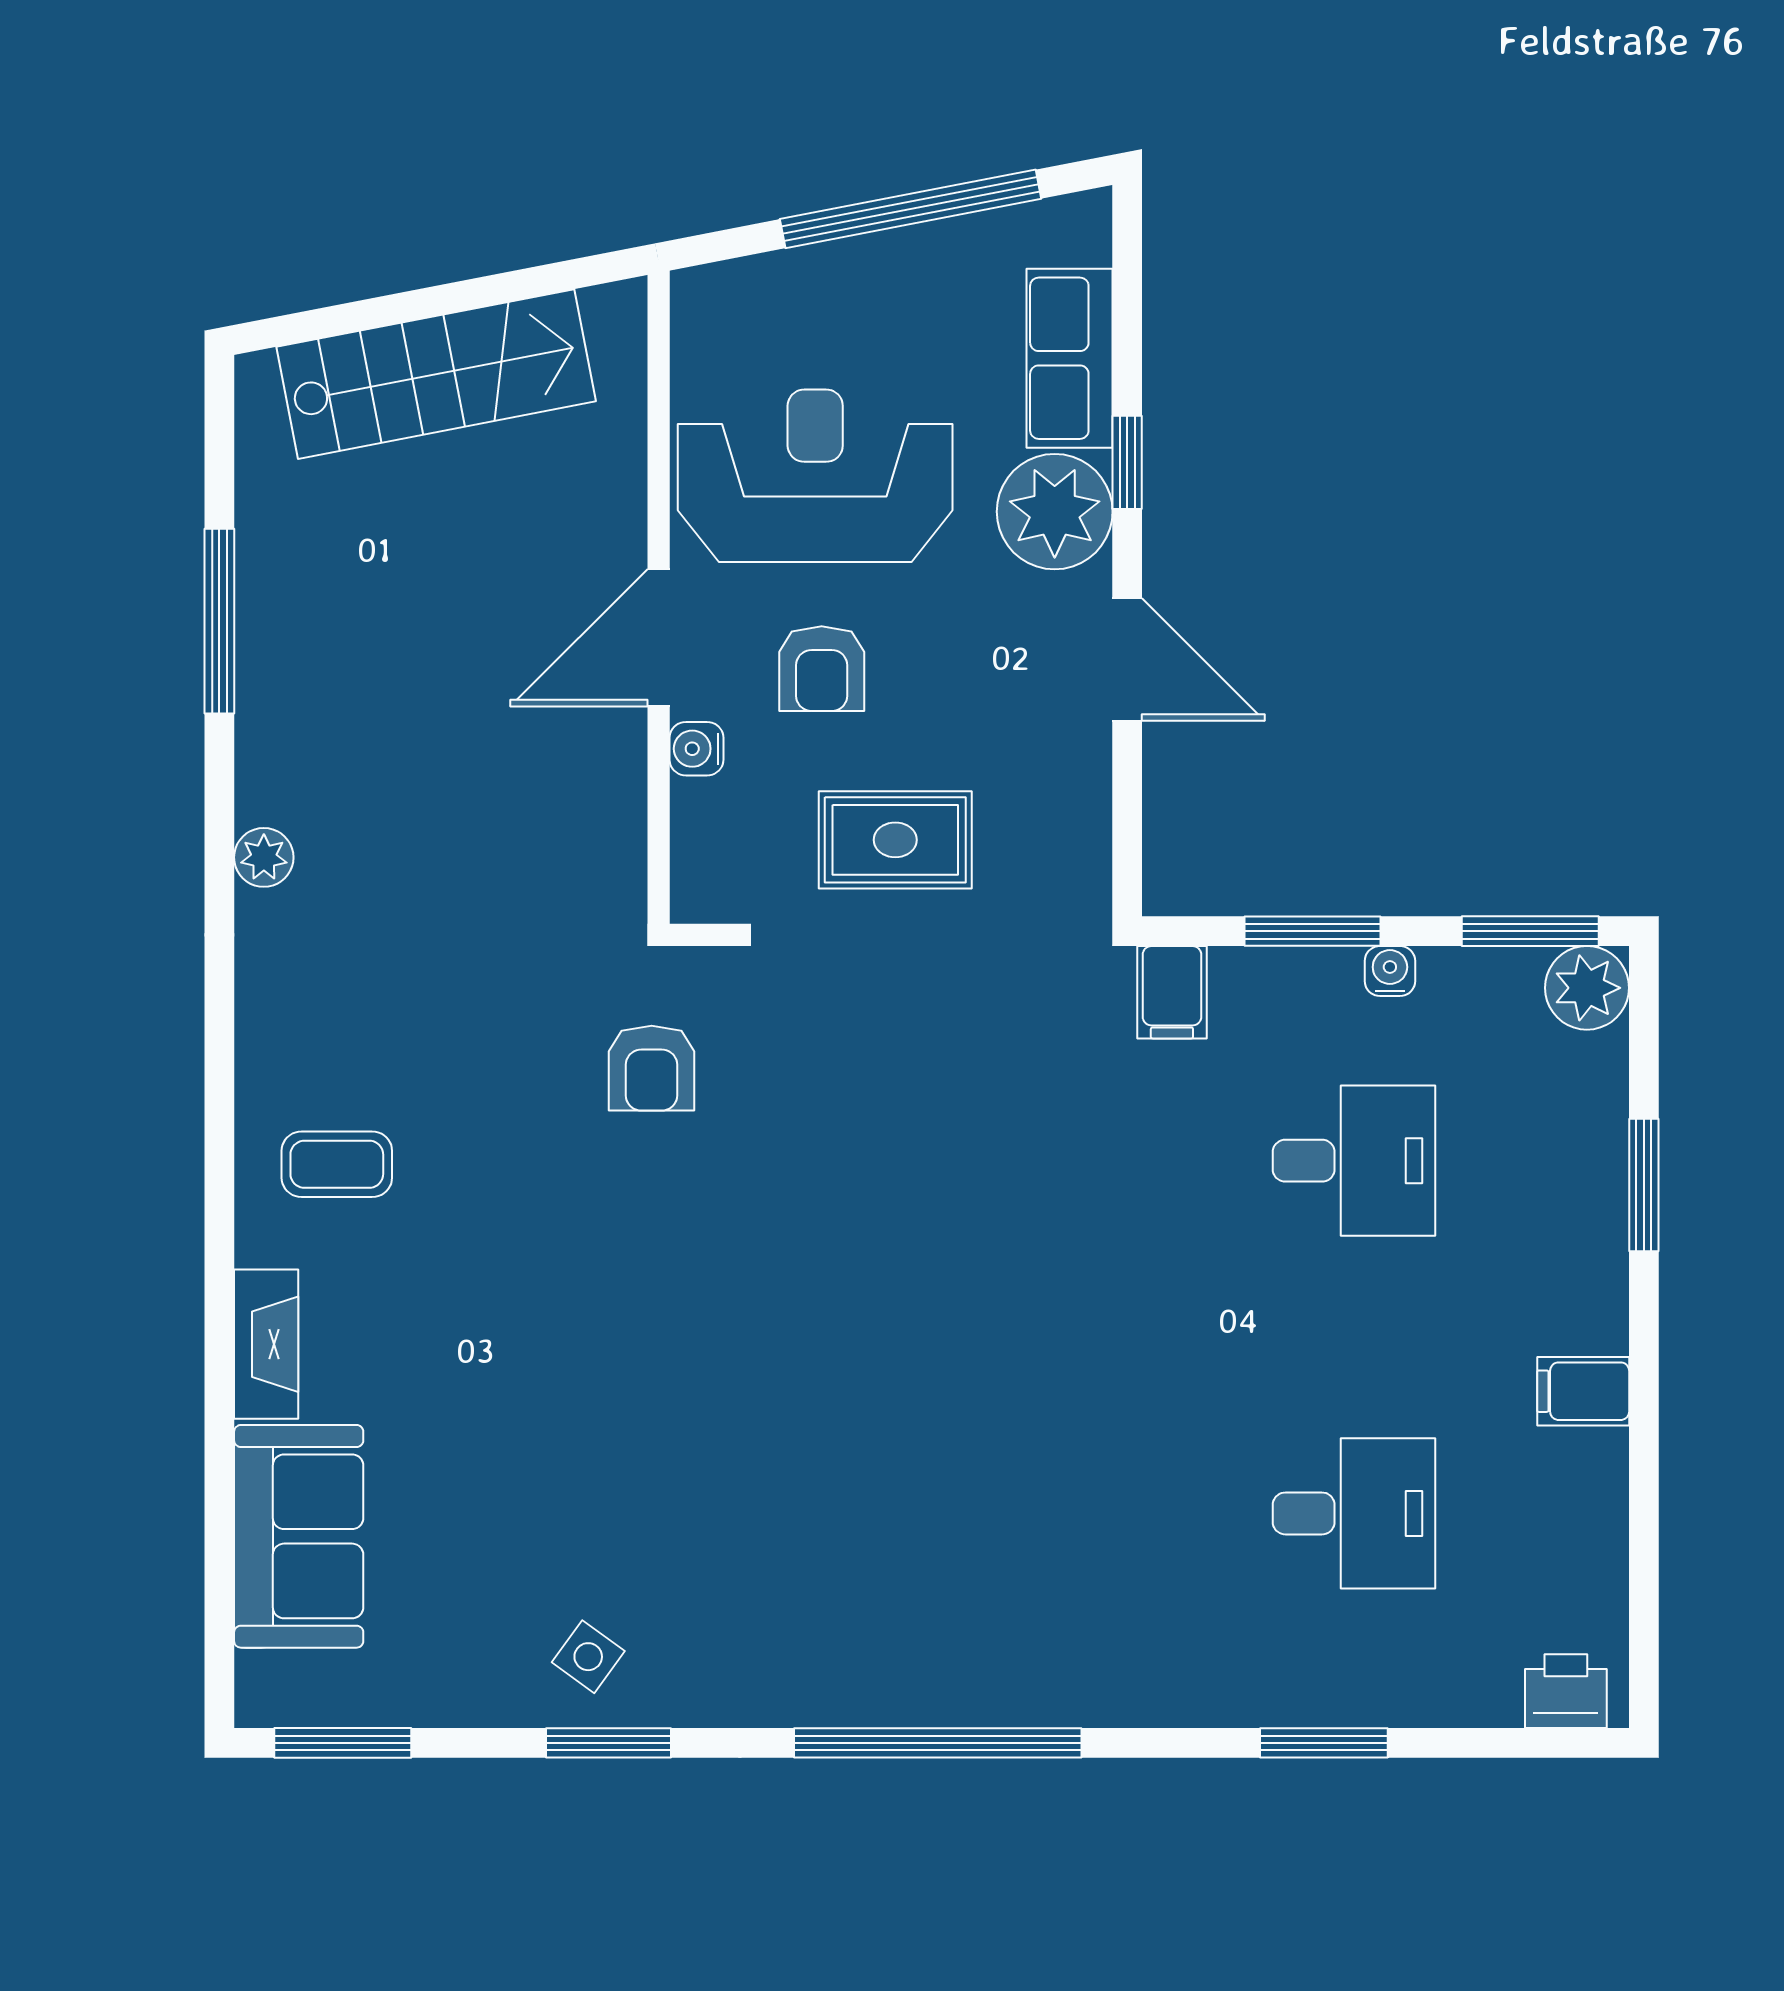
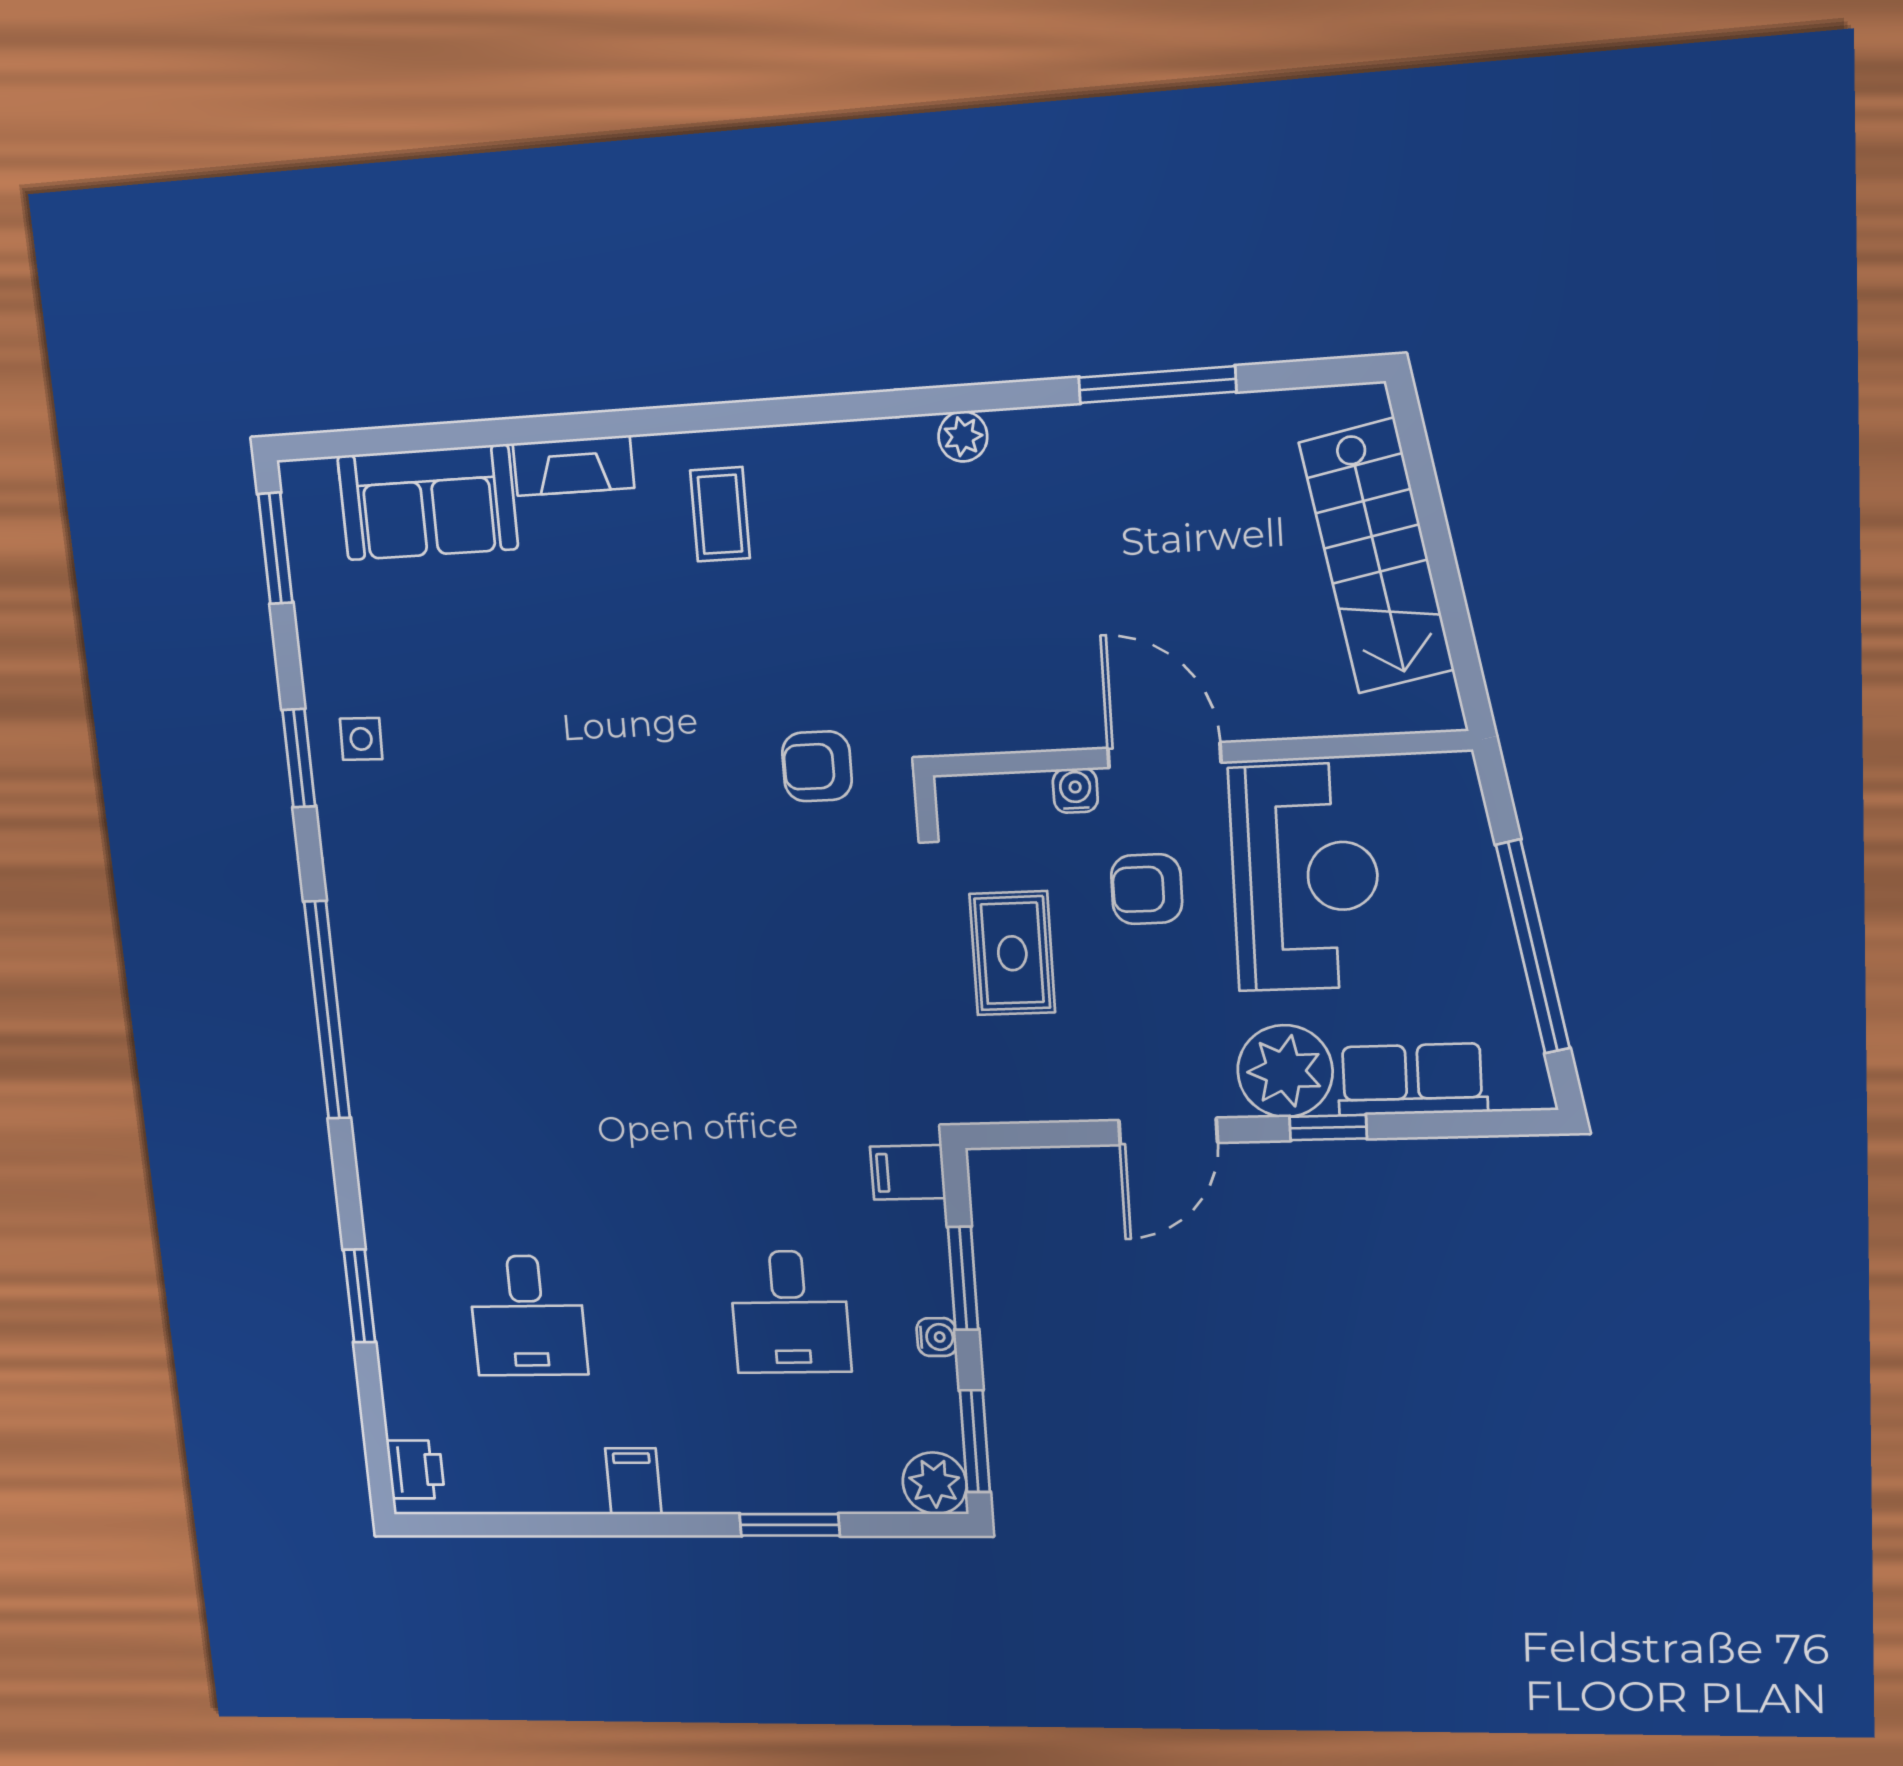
side table: (588, 1657) -> (361, 739), turned -34

